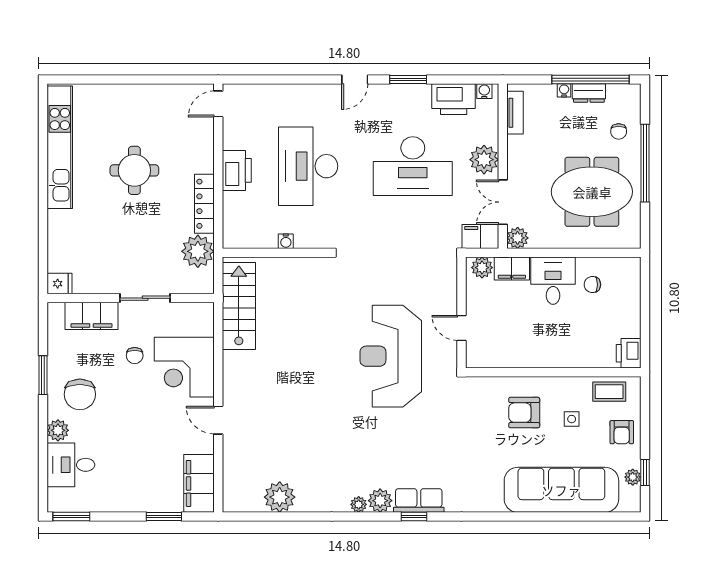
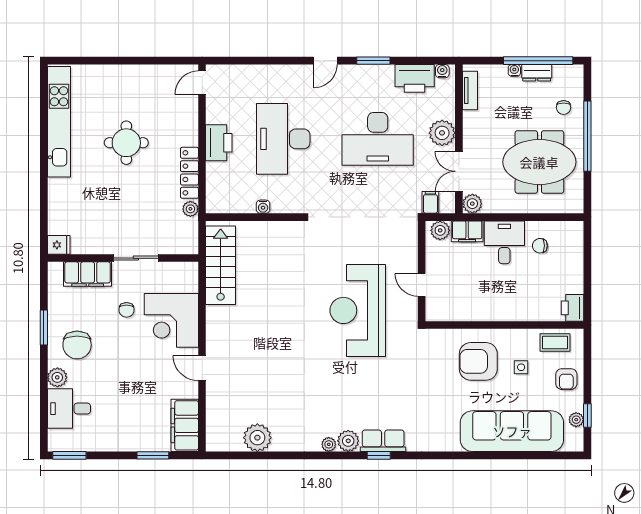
plant: (198, 251) -> (190, 209), width x0.53, depth x0.53
armchair: (524, 413) -> (478, 361), width x1.36, depth x1.36

